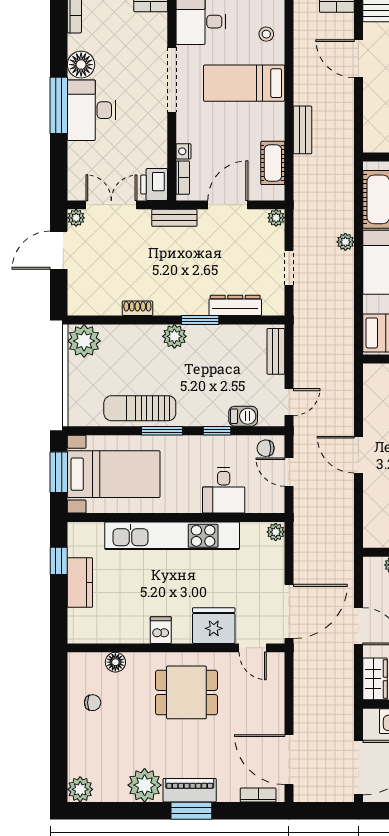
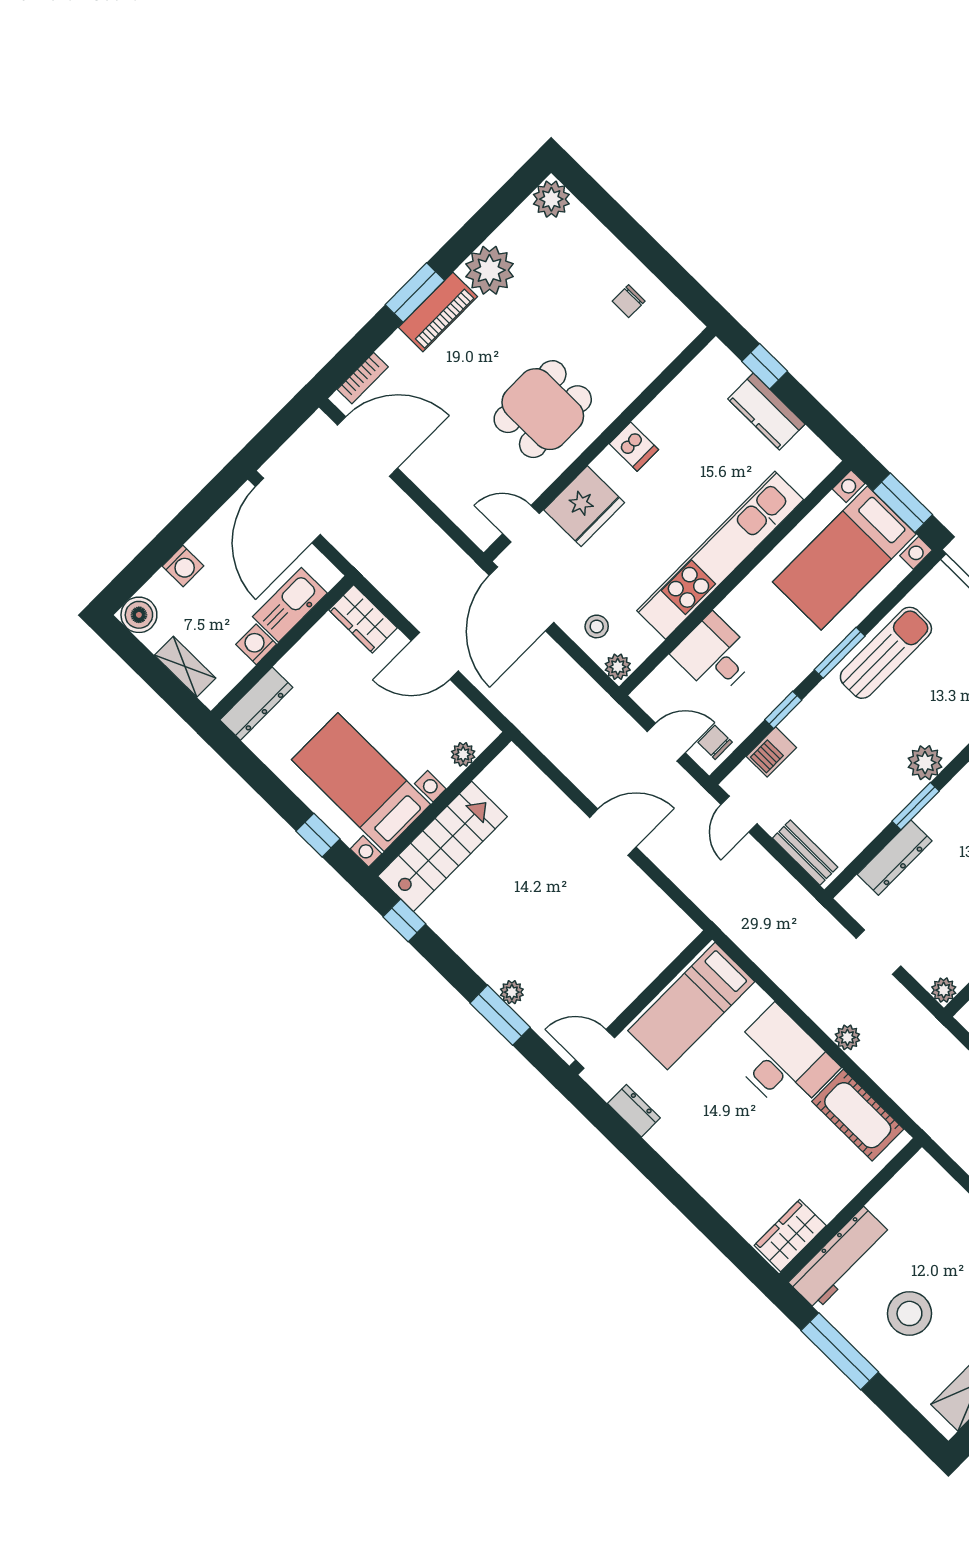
chair: (266, 448) -> (715, 742), turned -90
window: (59, 561) -> (765, 366), moved
stool: (266, 562) -> (597, 626), added
floor lamp: (115, 662) -> (647, 366), removed

